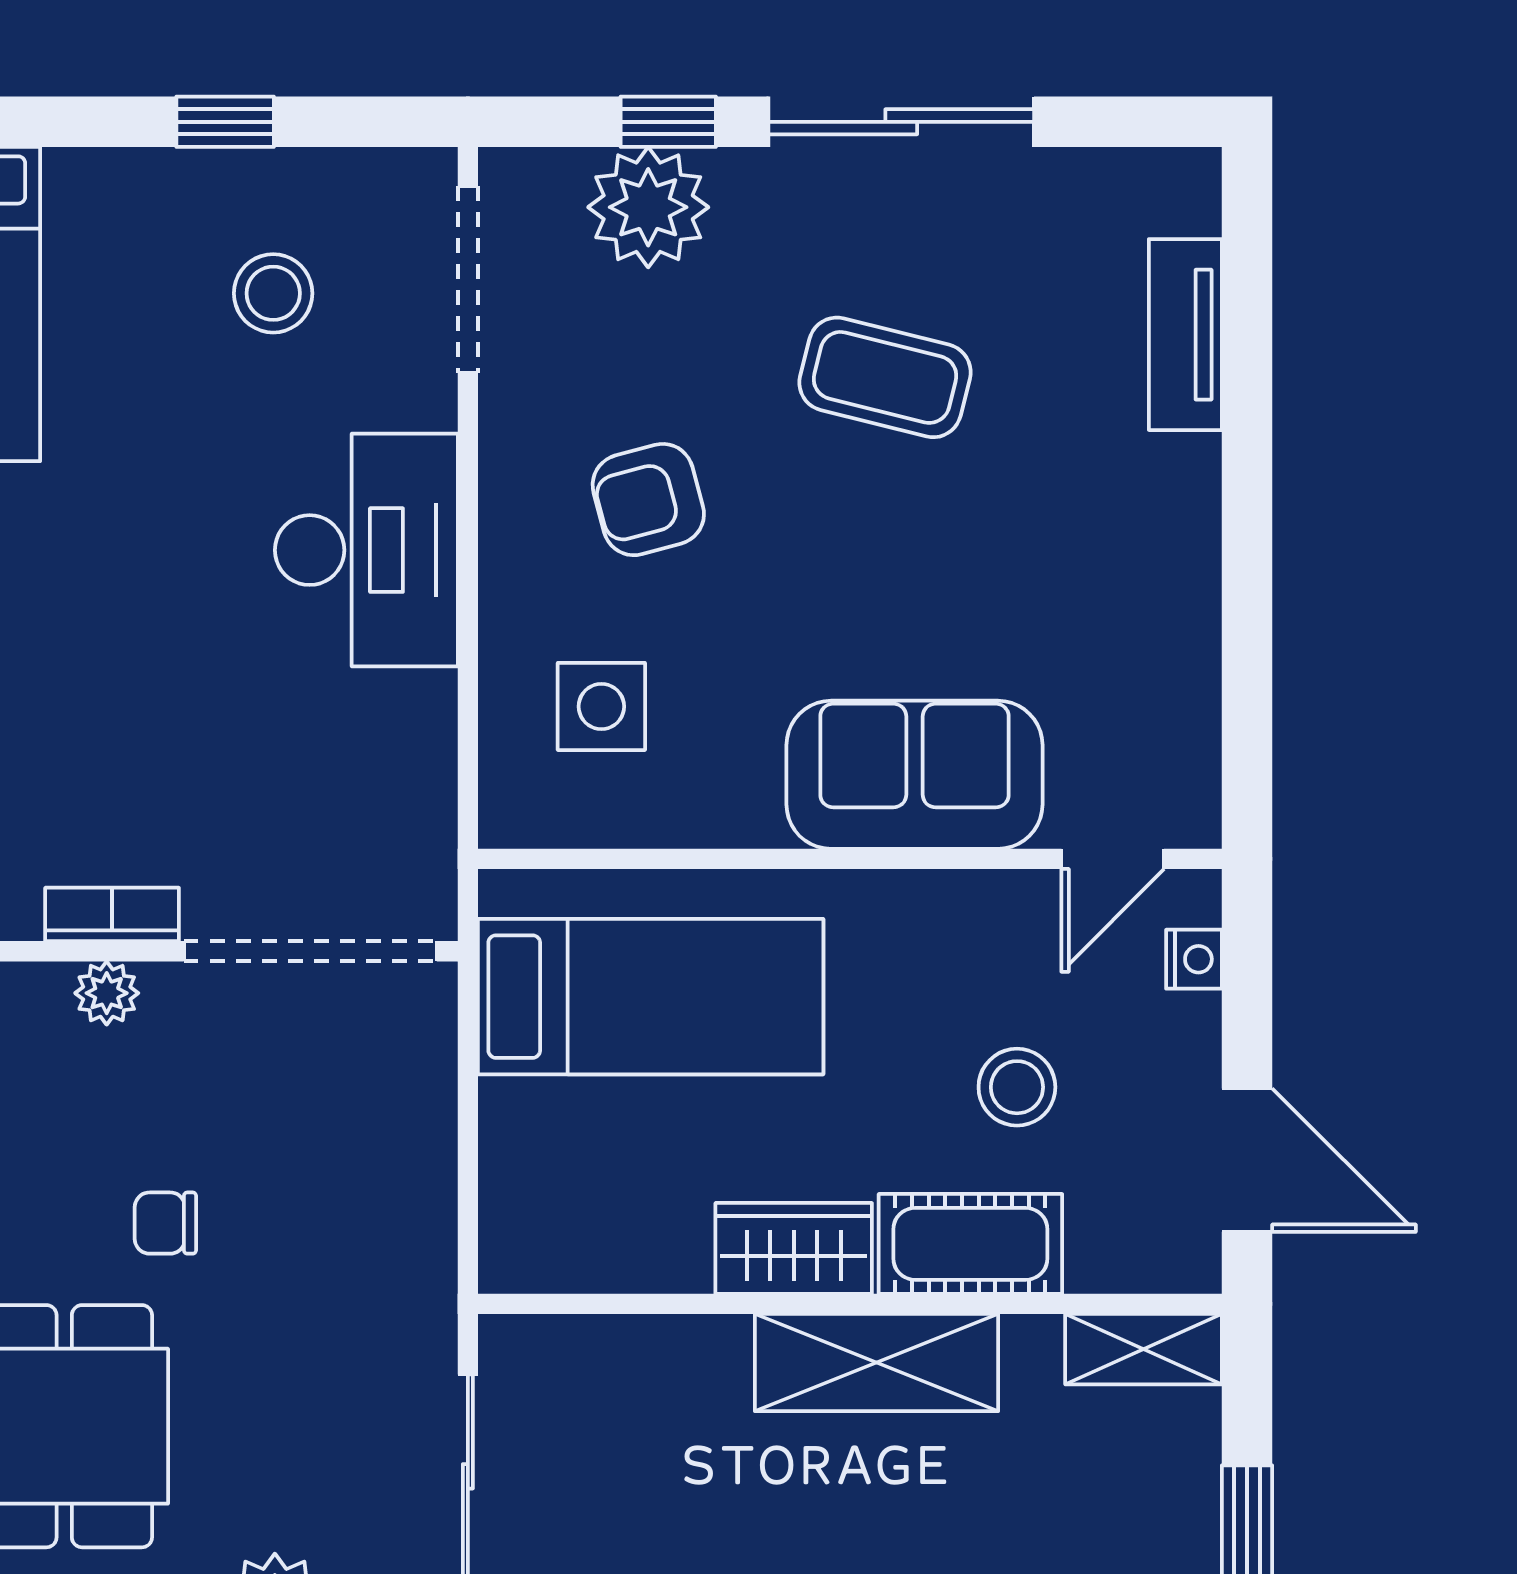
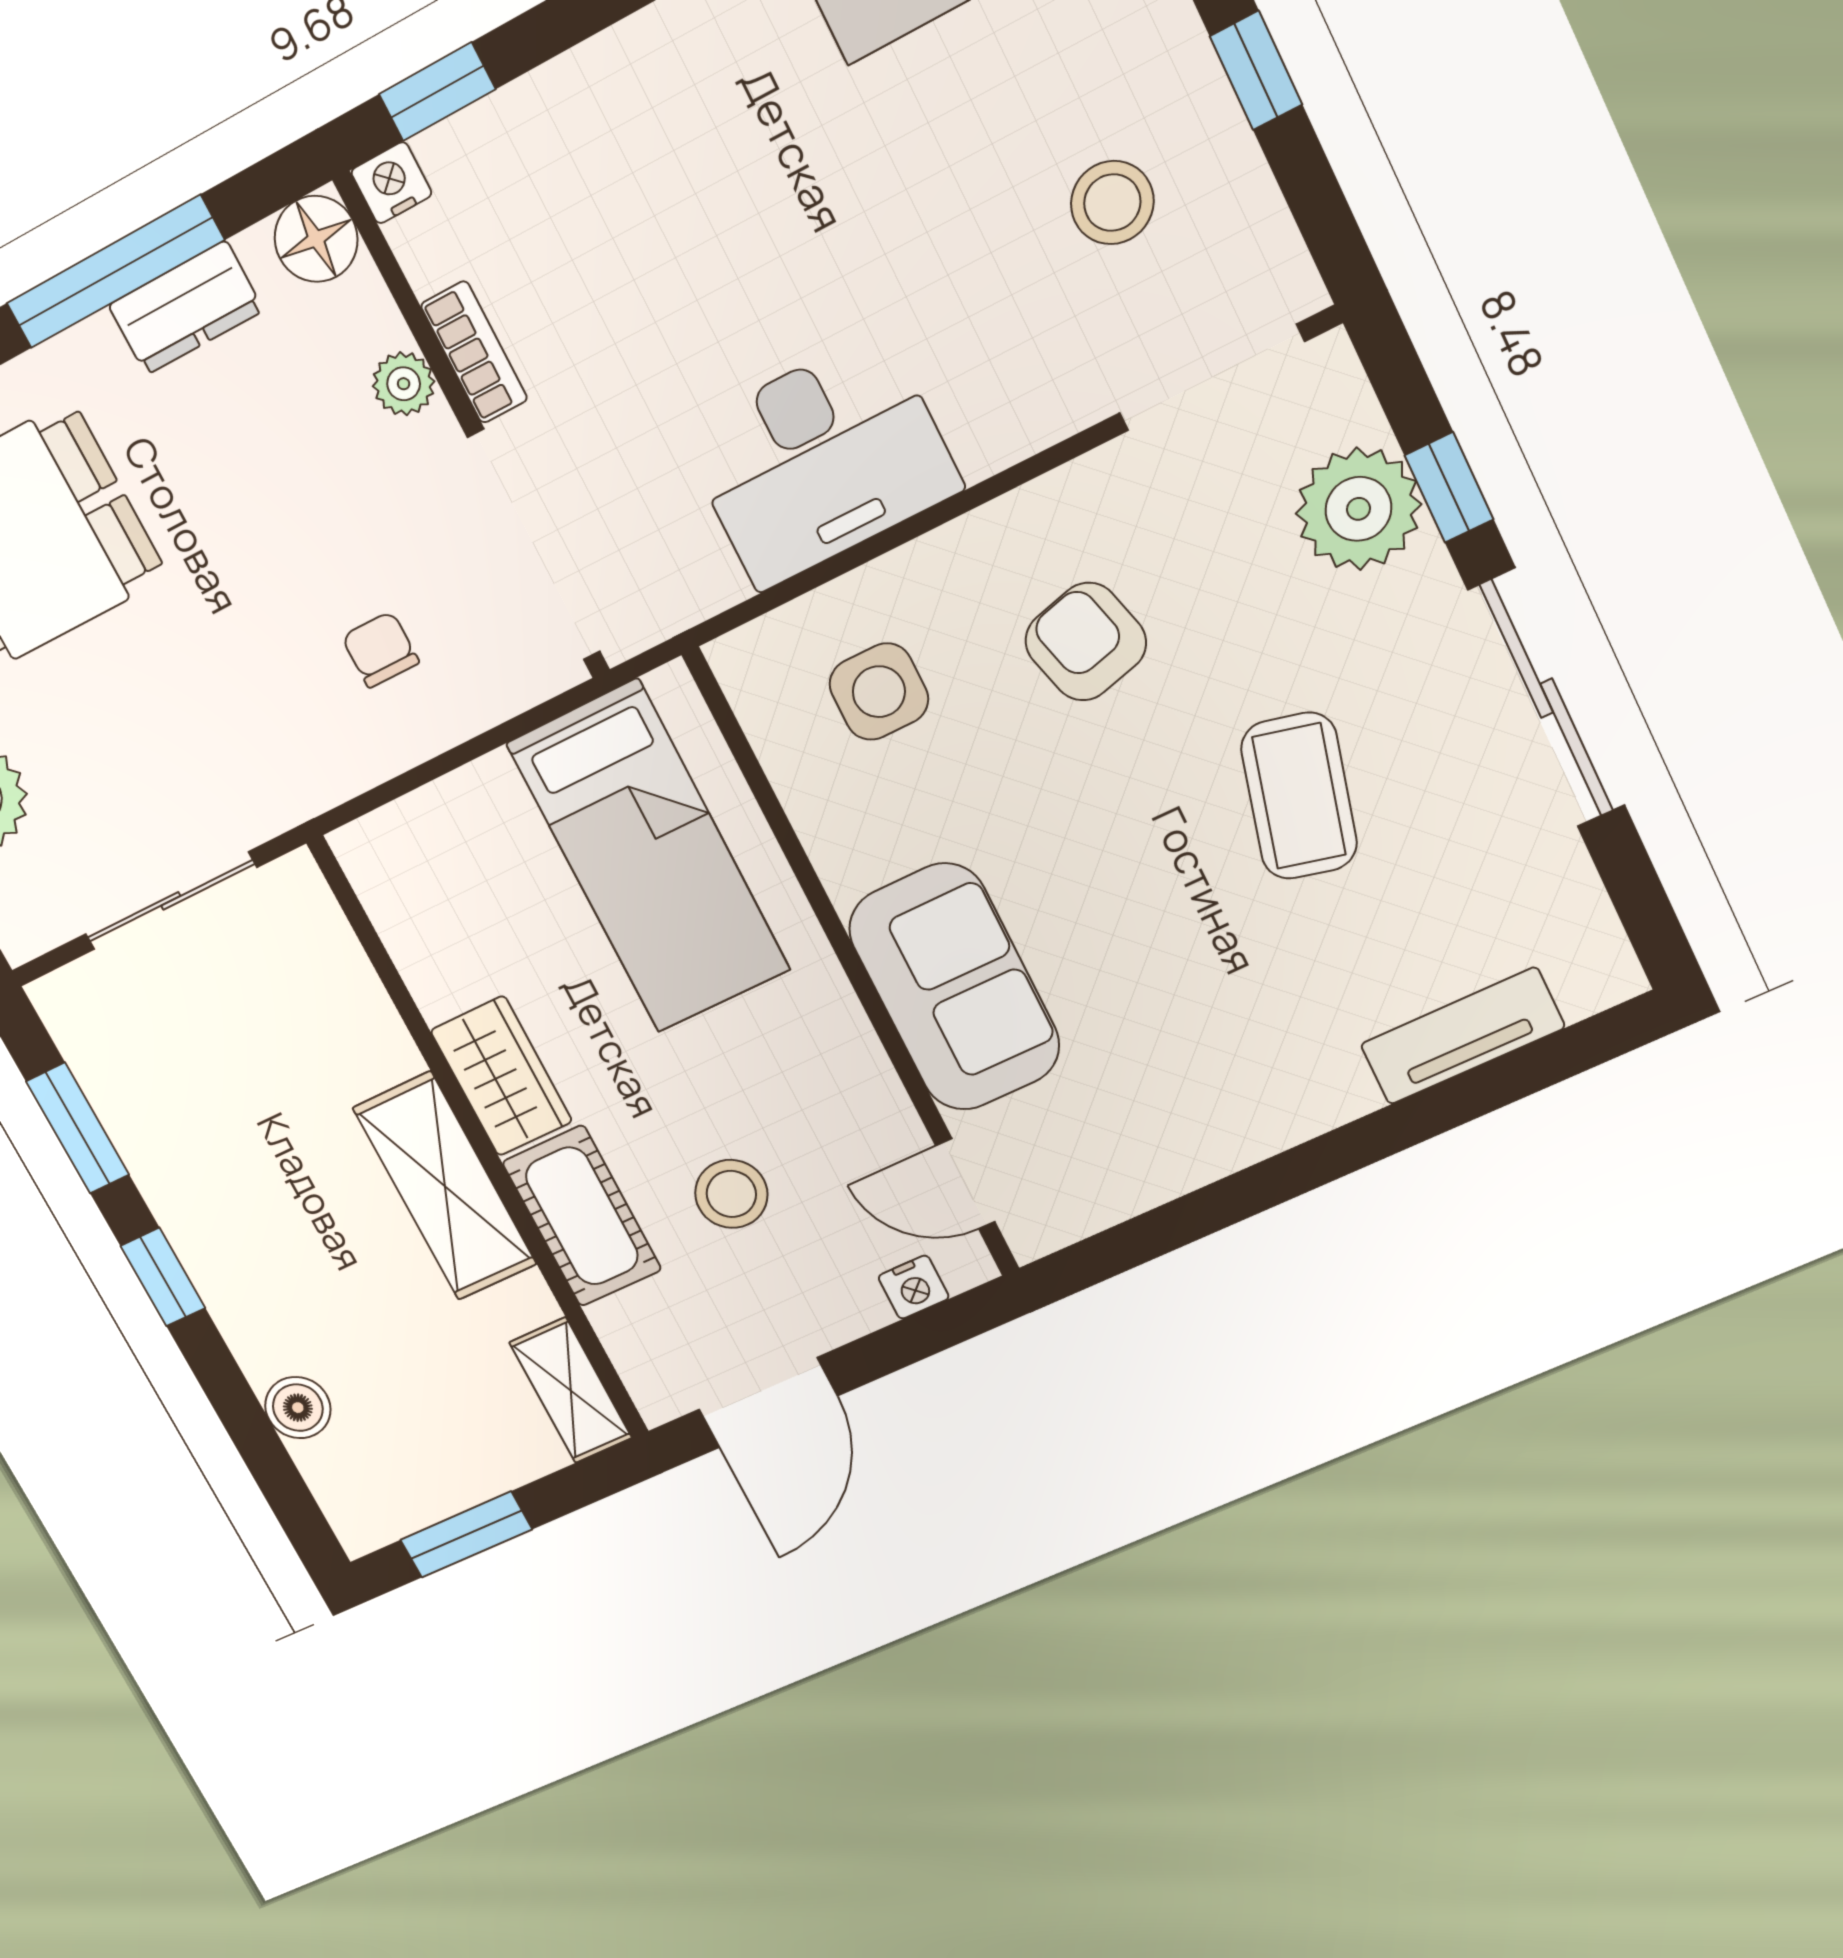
desk: (366, 550) -> (821, 460), moved
chair: (165, 1223) -> (380, 650), moved

